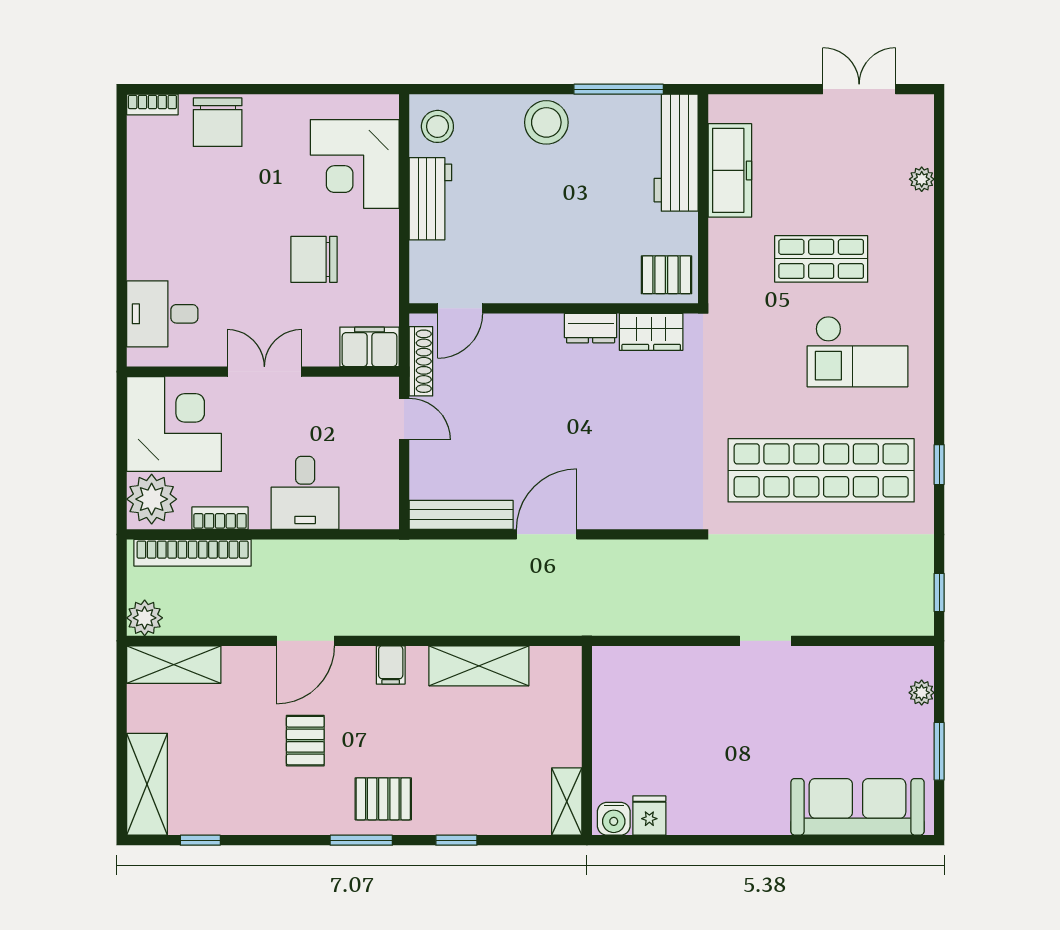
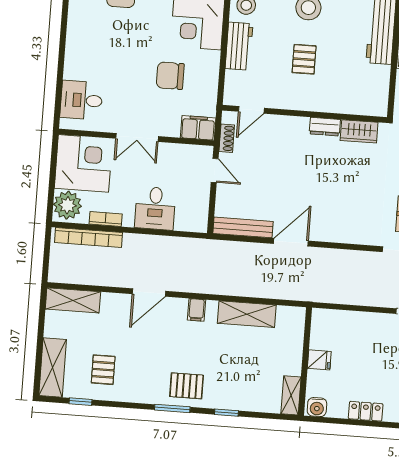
pallet: (666, 275) -> (304, 59), moved, turned 90
shoe rack: (421, 361) -> (227, 138), width x0.70
double door: (264, 372) -> (137, 137), swing flipped
plant: (145, 618) -> (58, 273), removed
pallet: (305, 741) -> (103, 370), moved
fridge: (649, 816) -> (319, 360), moved, turned 90
locker: (699, 820) -> (366, 411), added

